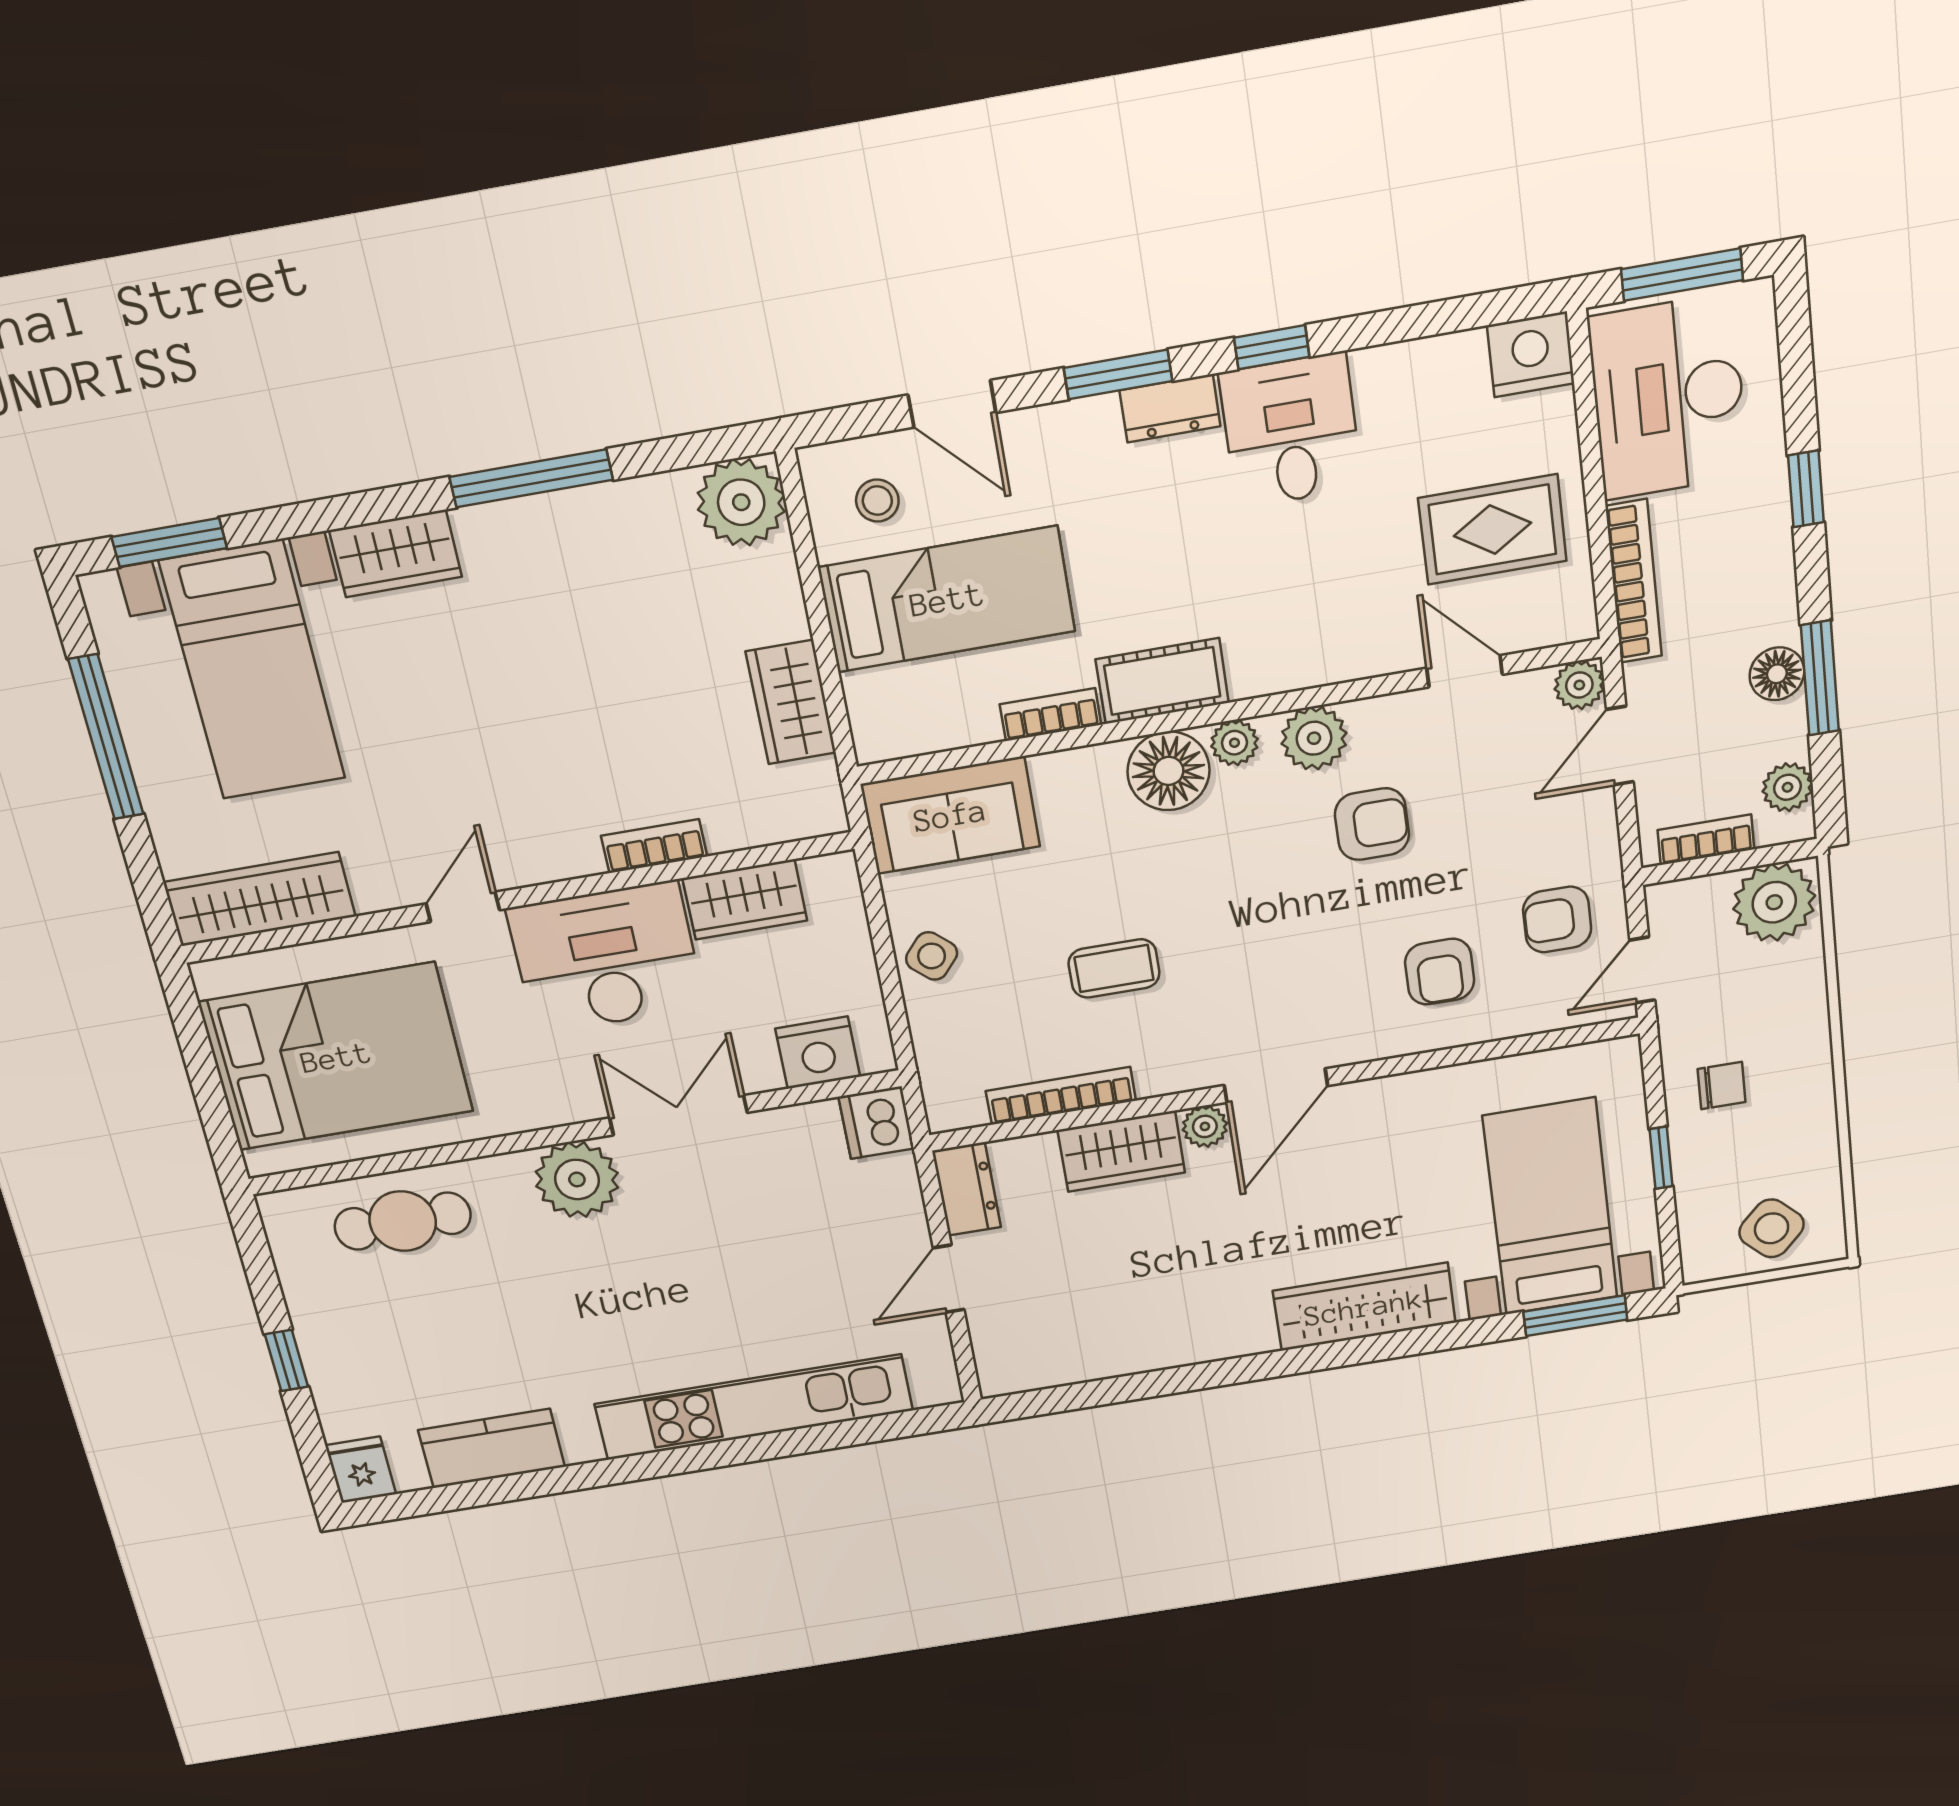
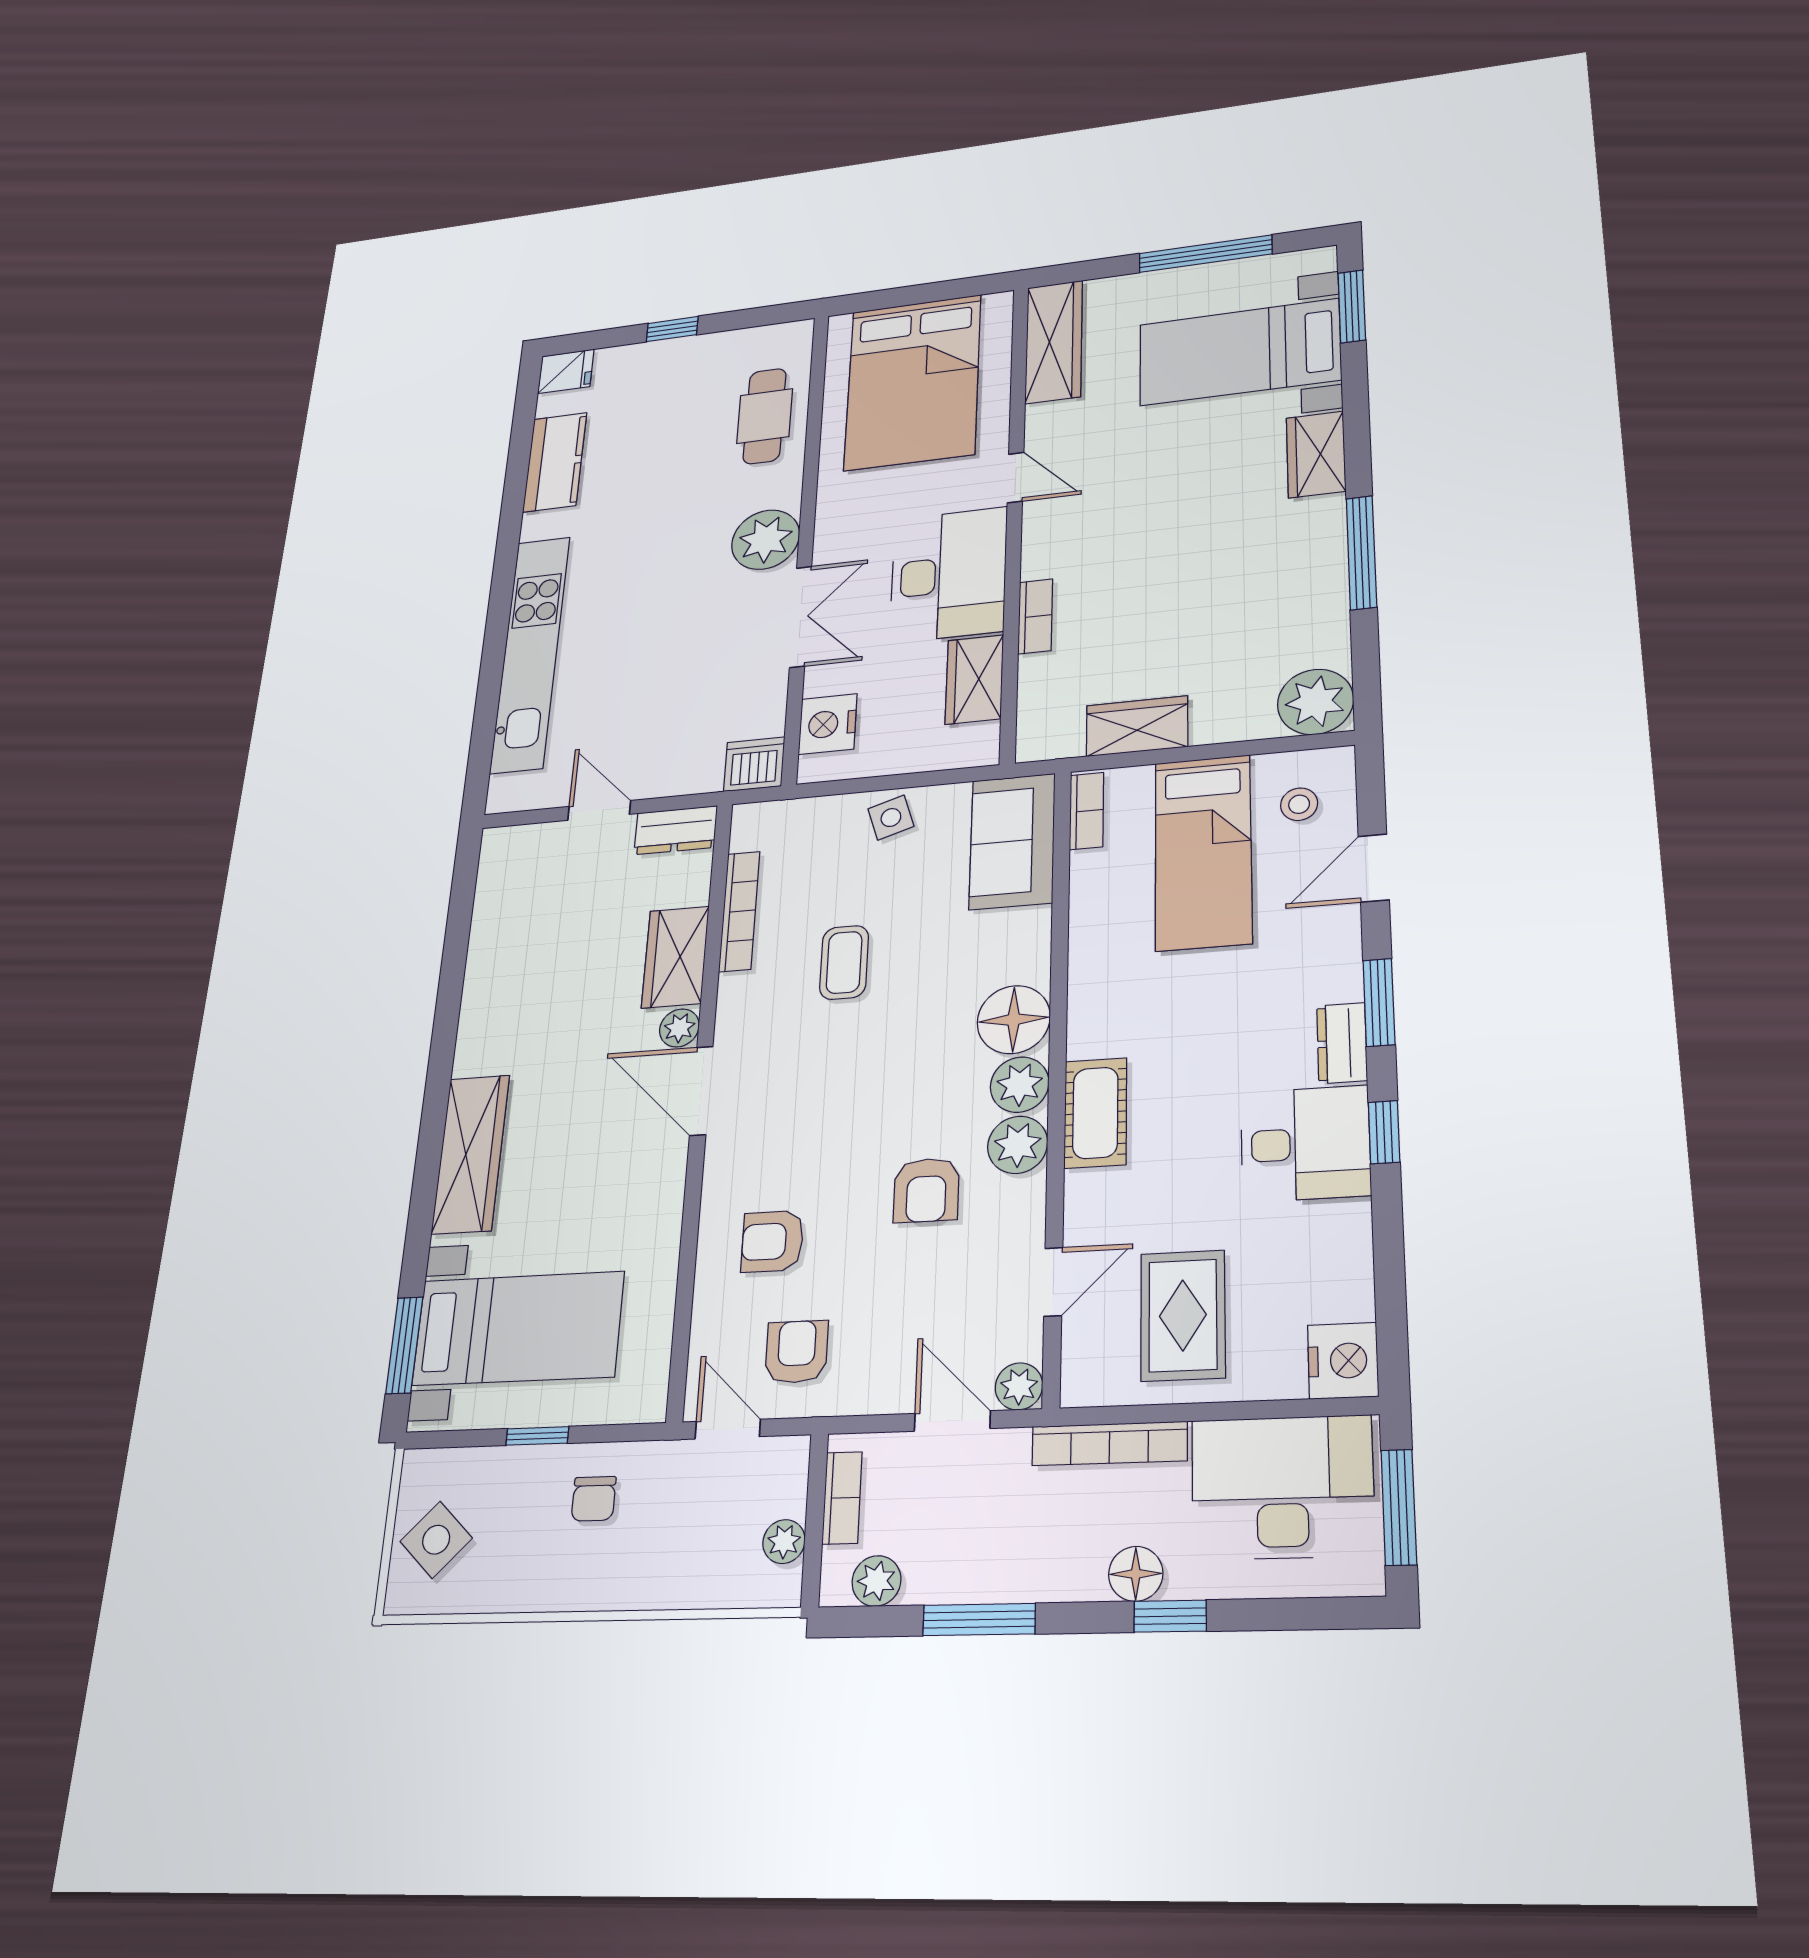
floor lamp: (1777, 674) -> (1136, 1574), moved
cot: (1162, 681) -> (1095, 1113), moved
bookcase: (1051, 715) -> (1086, 811), moved
plant: (1234, 743) -> (1020, 1085), width x1.38, depth x1.38
plant: (1774, 902) -> (784, 1542), width x0.53, depth x0.53
side table: (932, 956) -> (891, 818), turned 31

